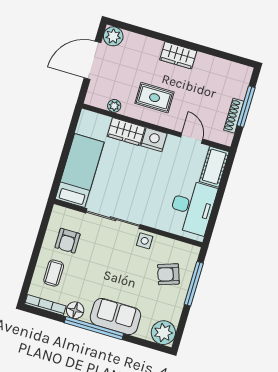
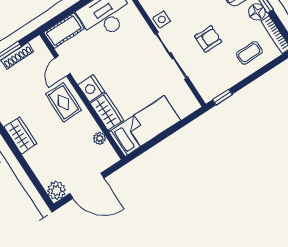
rug: (154, 98) -> (64, 102), moved
bed: (80, 171) -> (145, 126), moved, turned 180
window: (45, 220) -> (222, 97), added
armchair: (68, 241) -> (208, 39), moved

